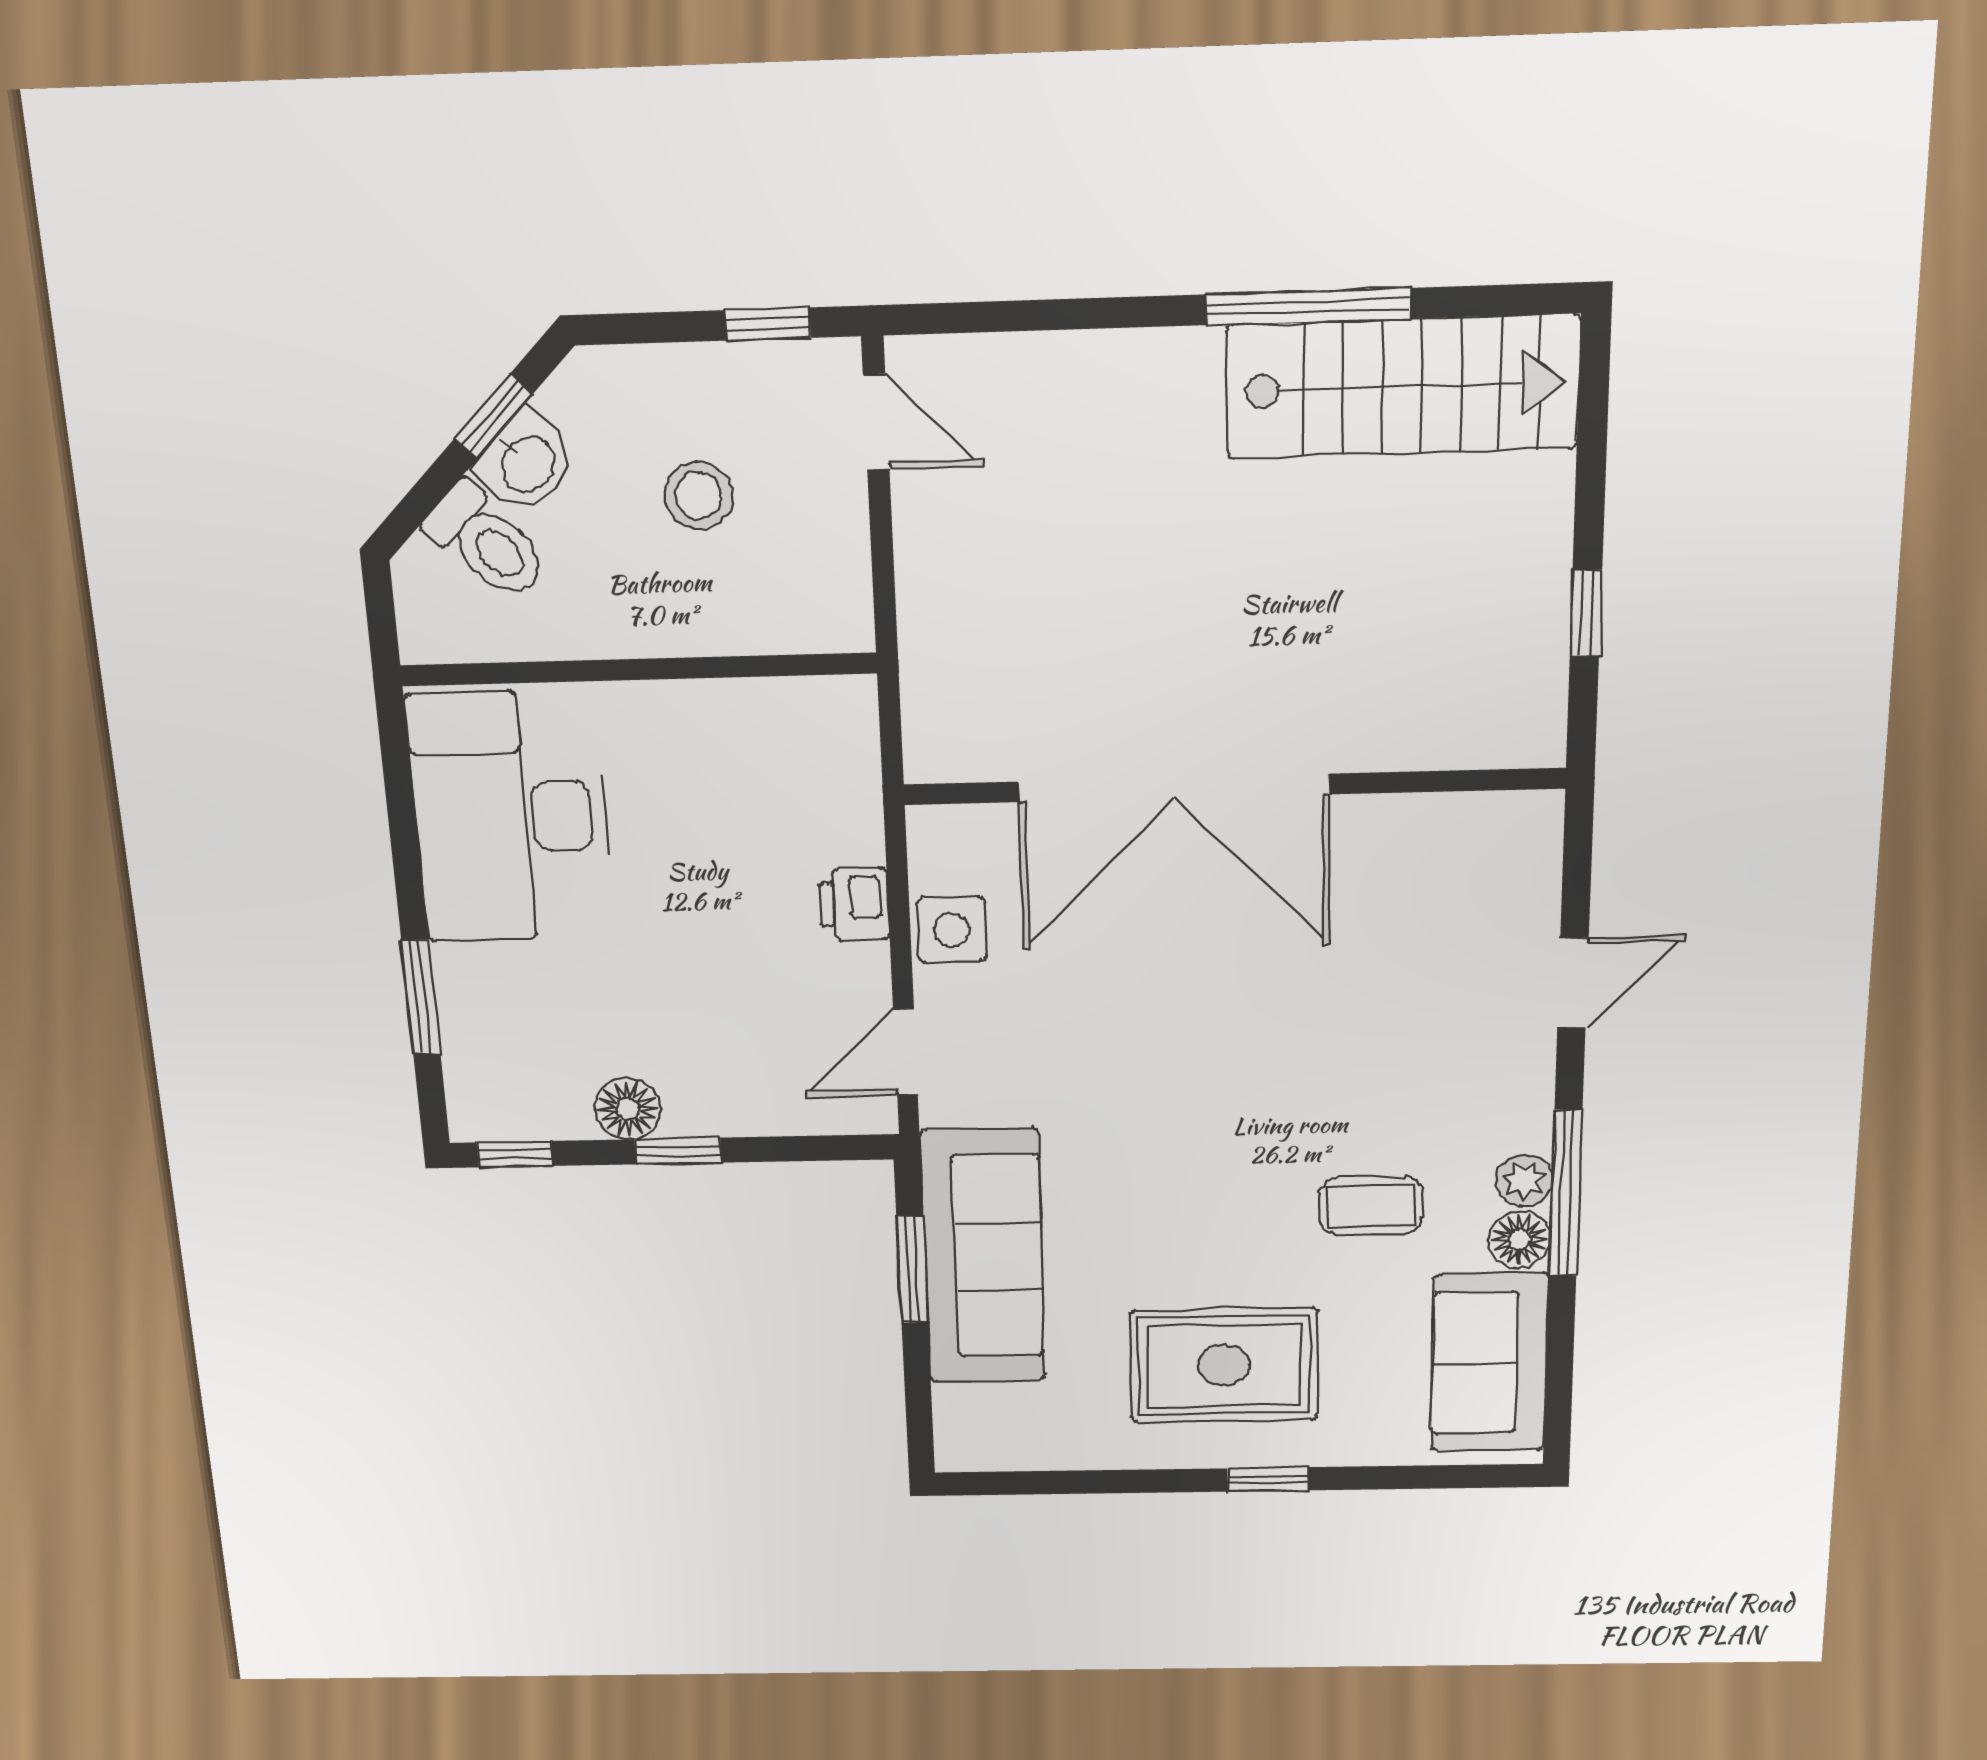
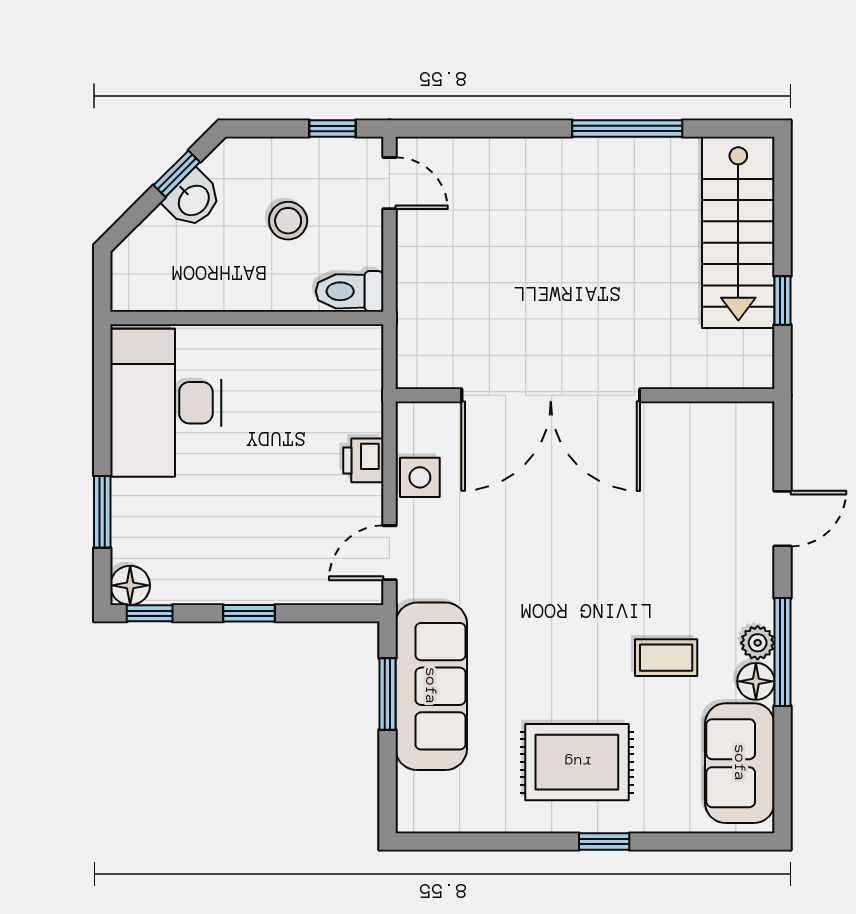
stairs: (1402, 387) -> (738, 232), moved, turned 90
toilet: (487, 542) -> (350, 291), moved, turned 135
floor lamp: (628, 1109) -> (130, 585), moved

